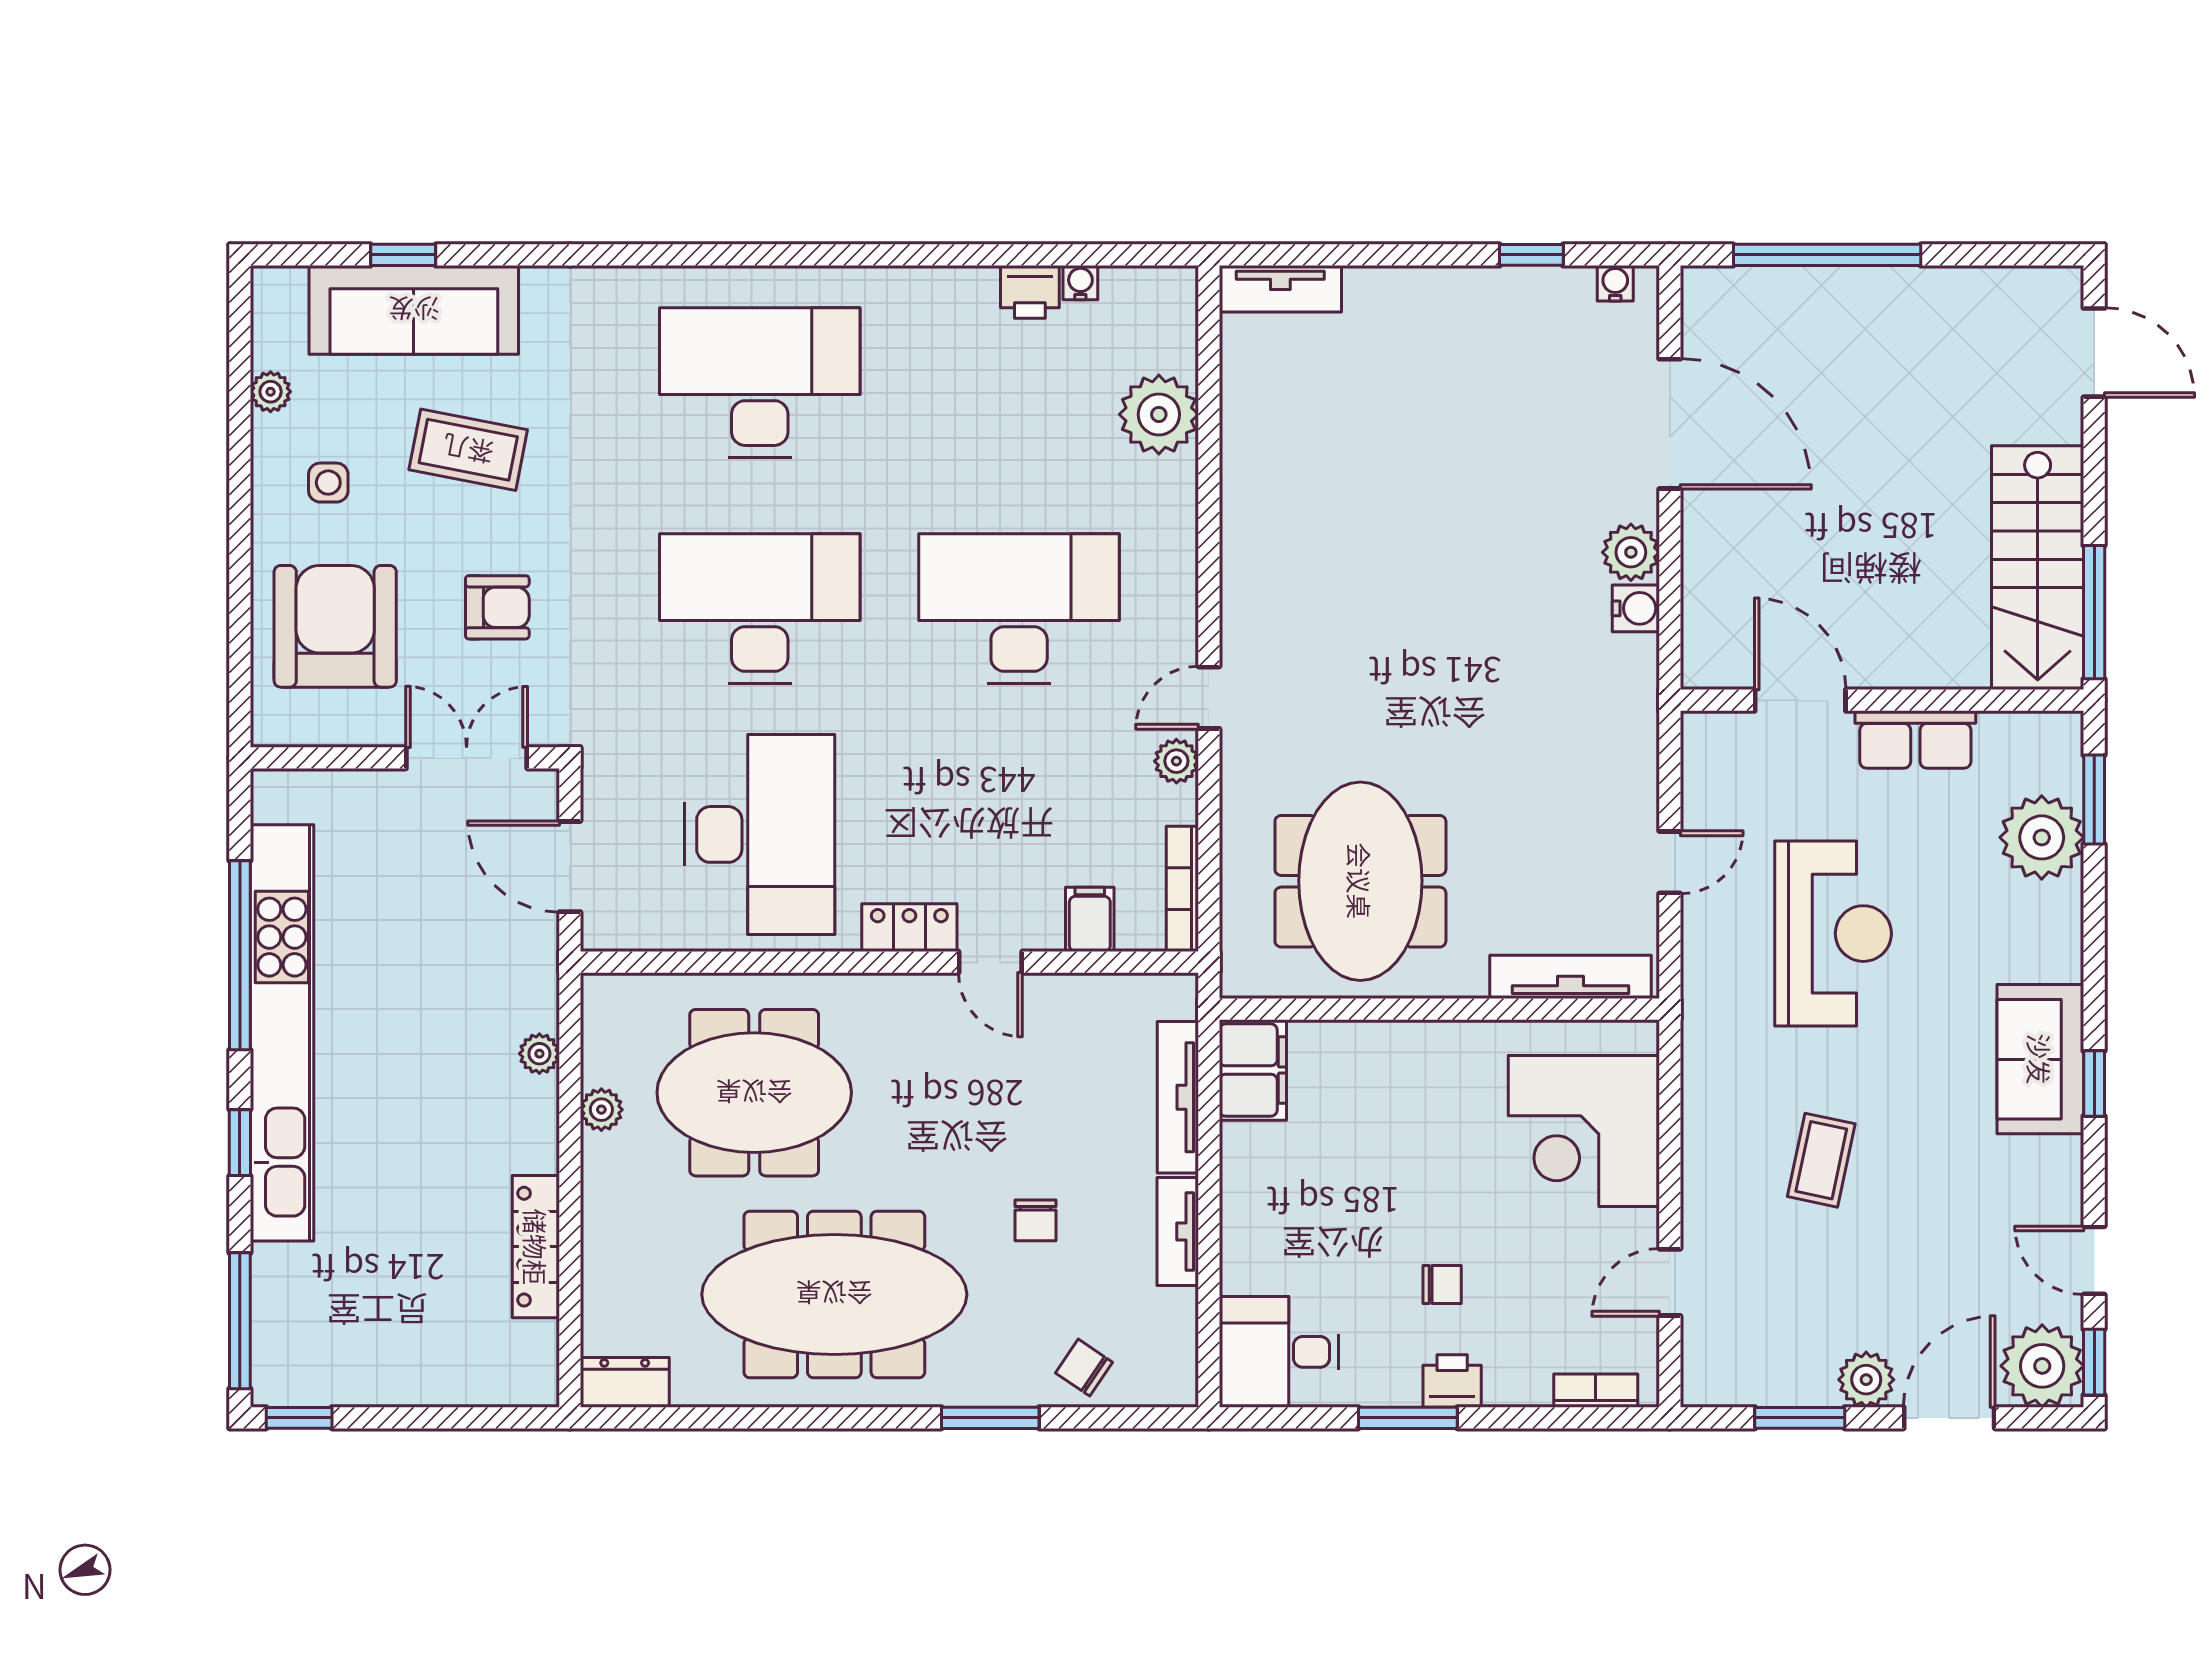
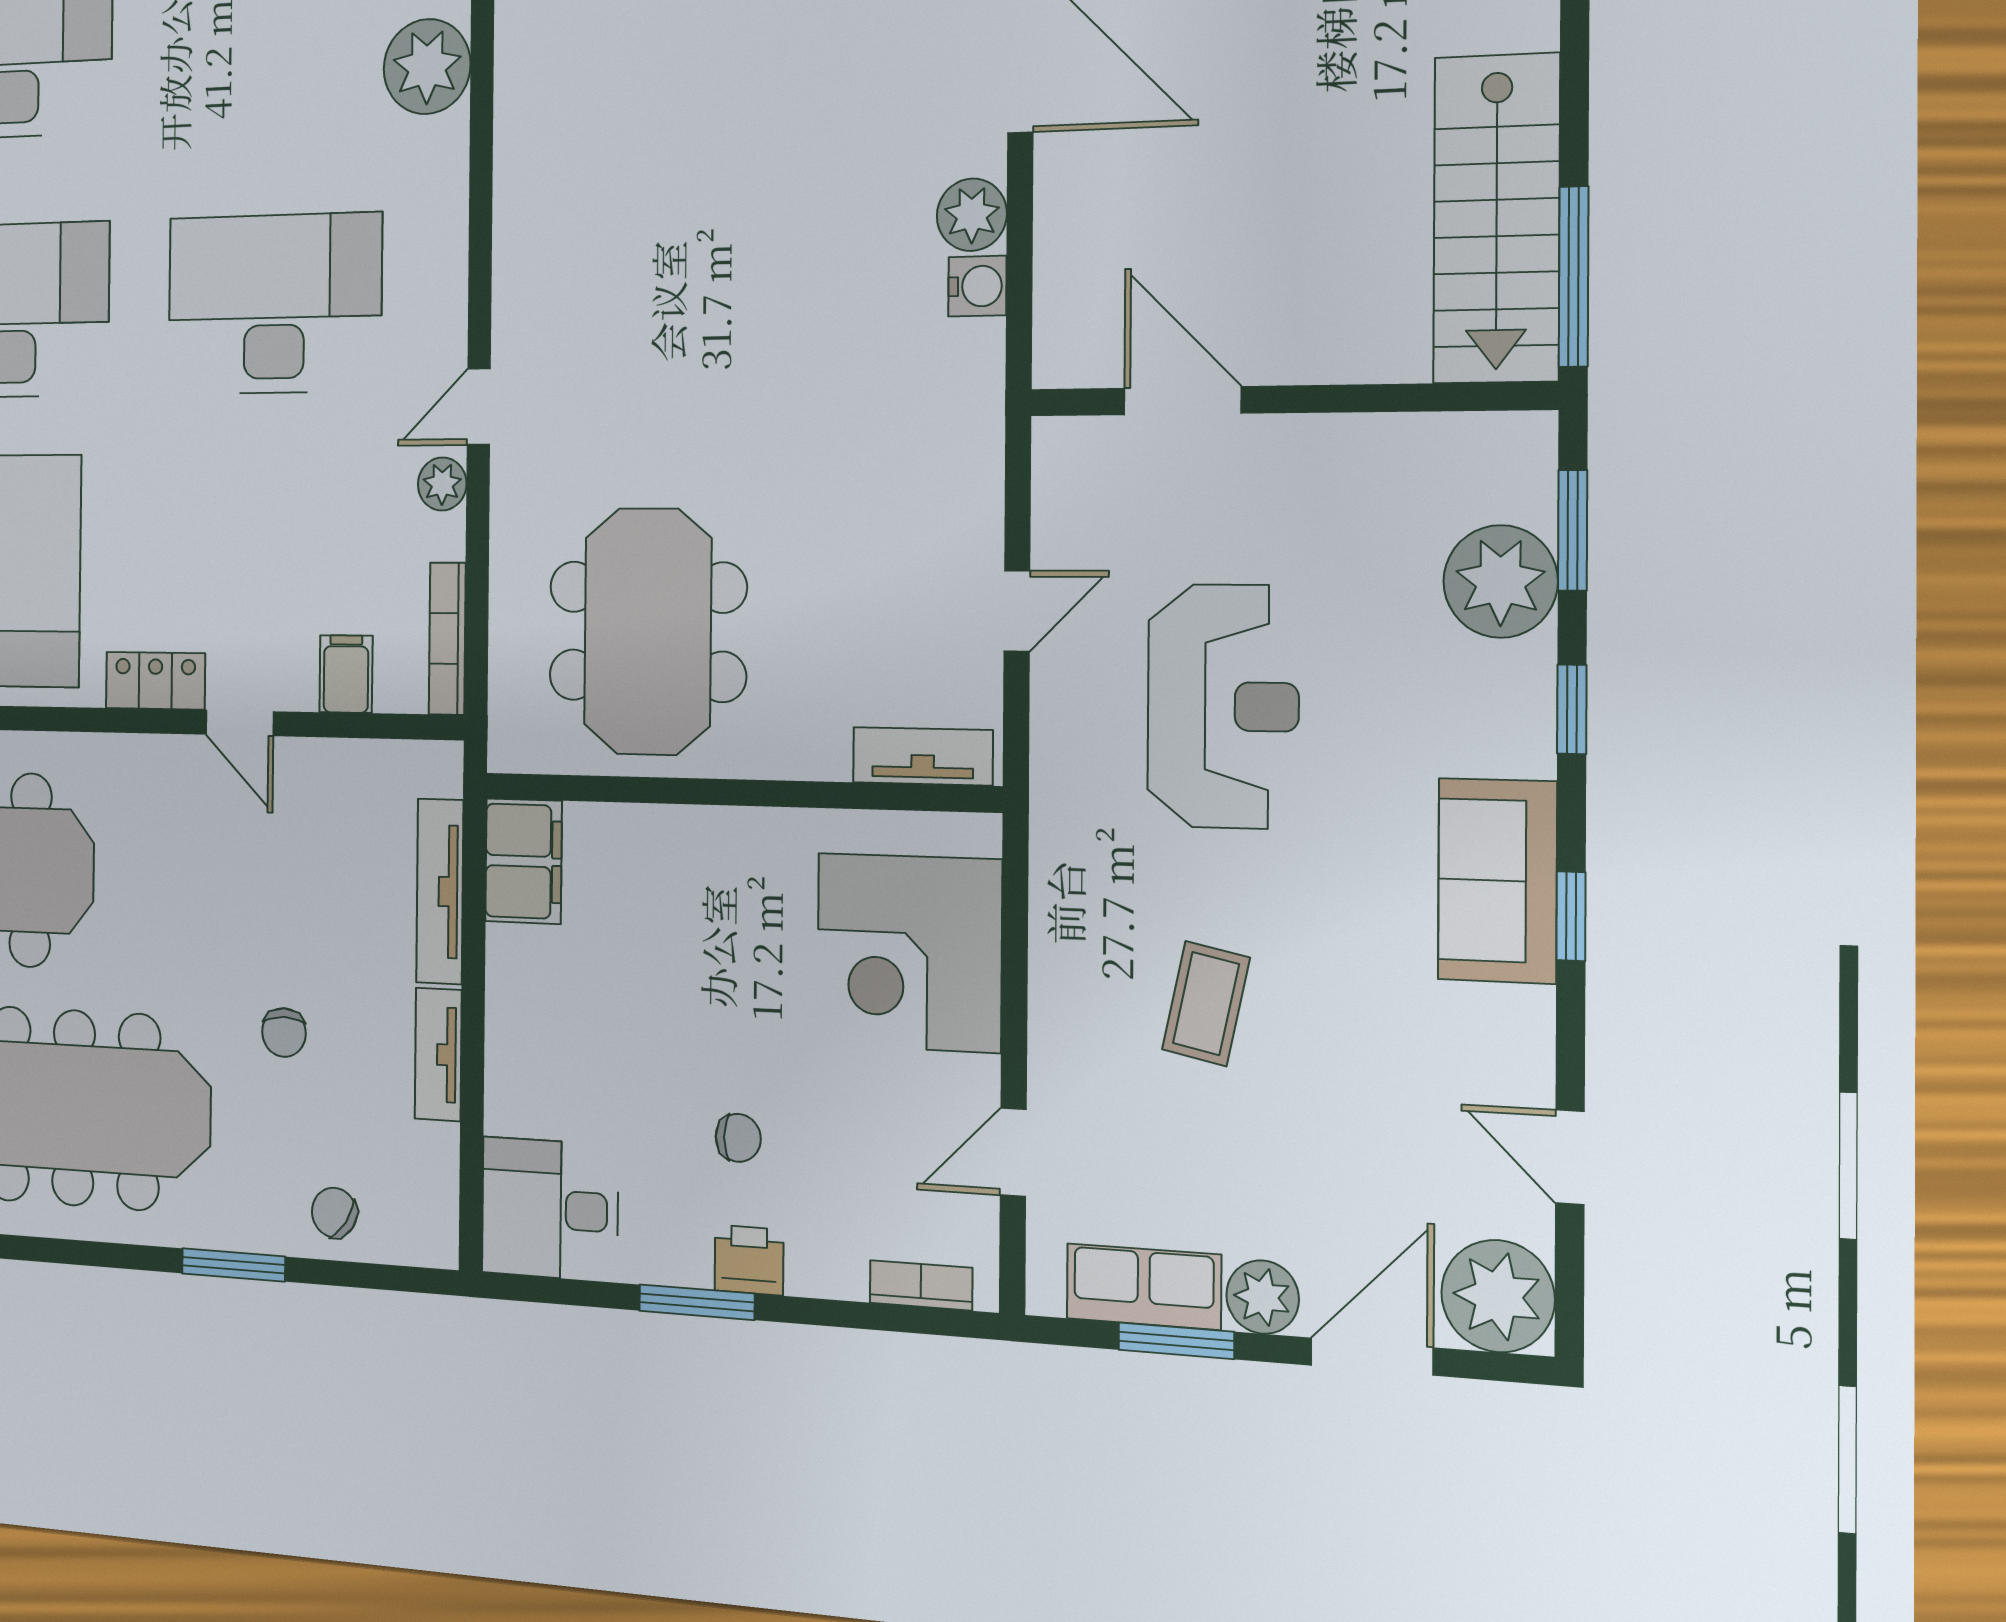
row of seats: (1915, 739) -> (1144, 1287), moved, turned 180
tv unit: (1570, 977) -> (923, 756), width x0.71
window: (2094, 1362) -> (1572, 709), moved

